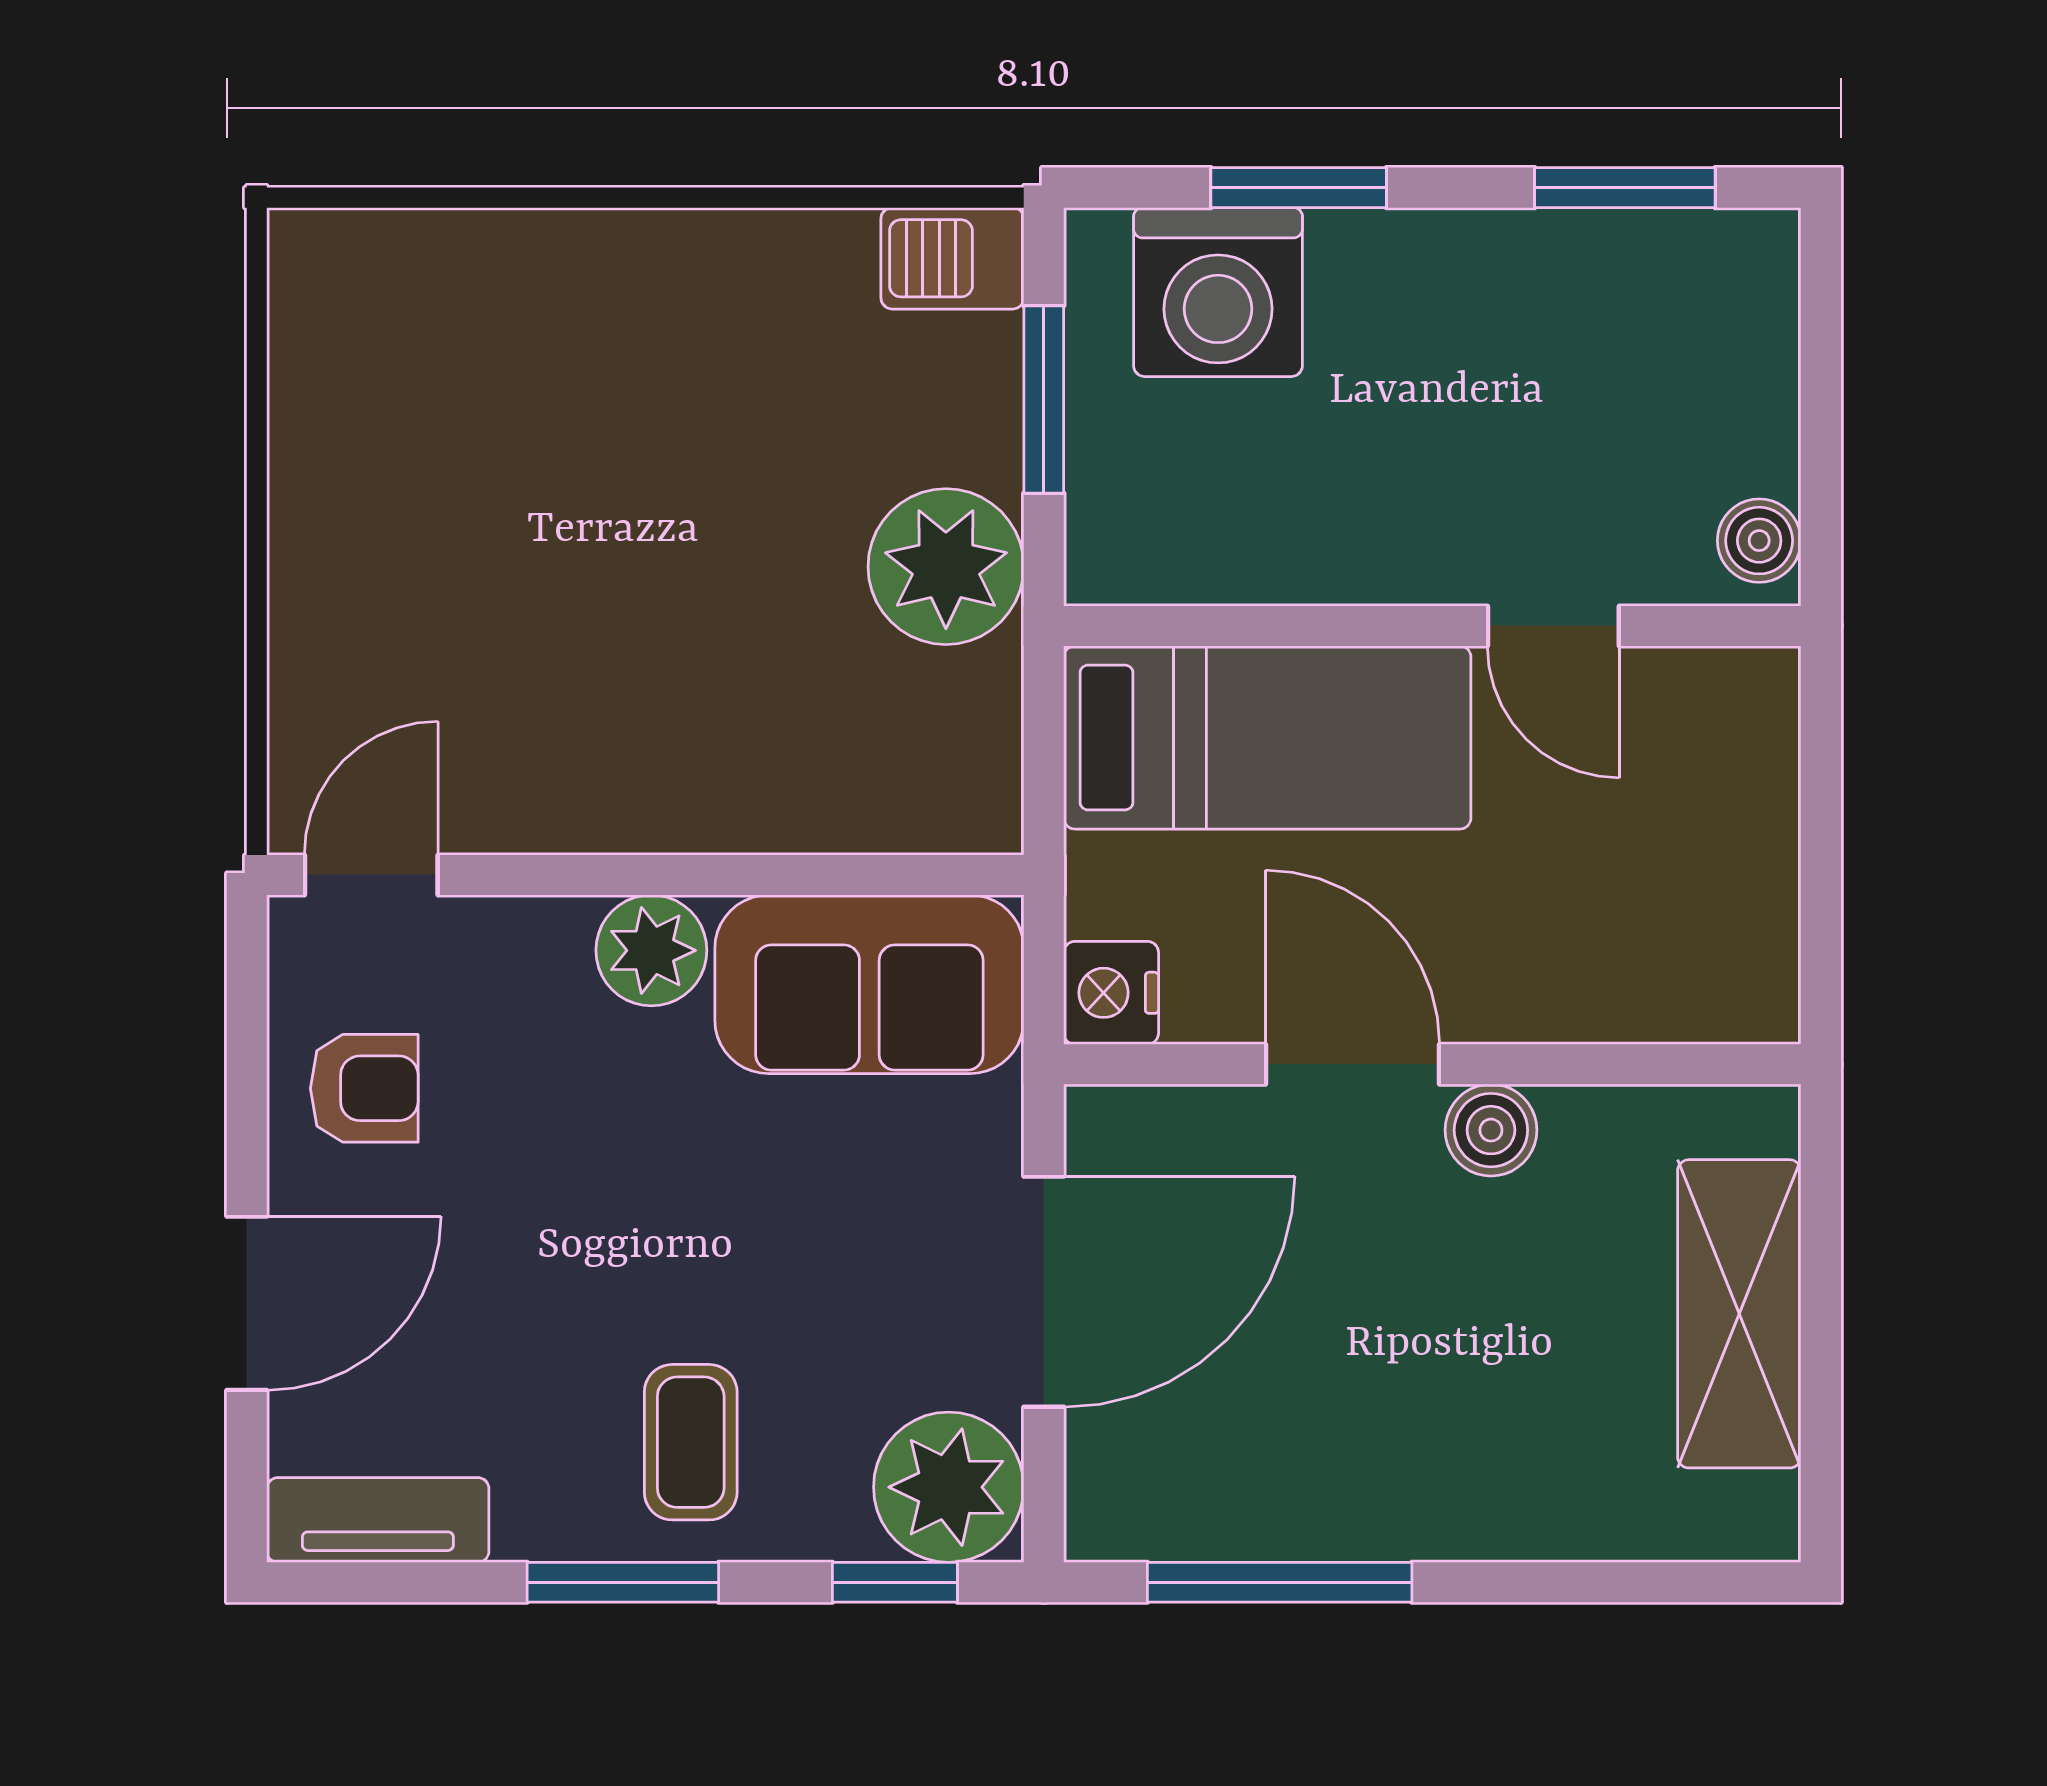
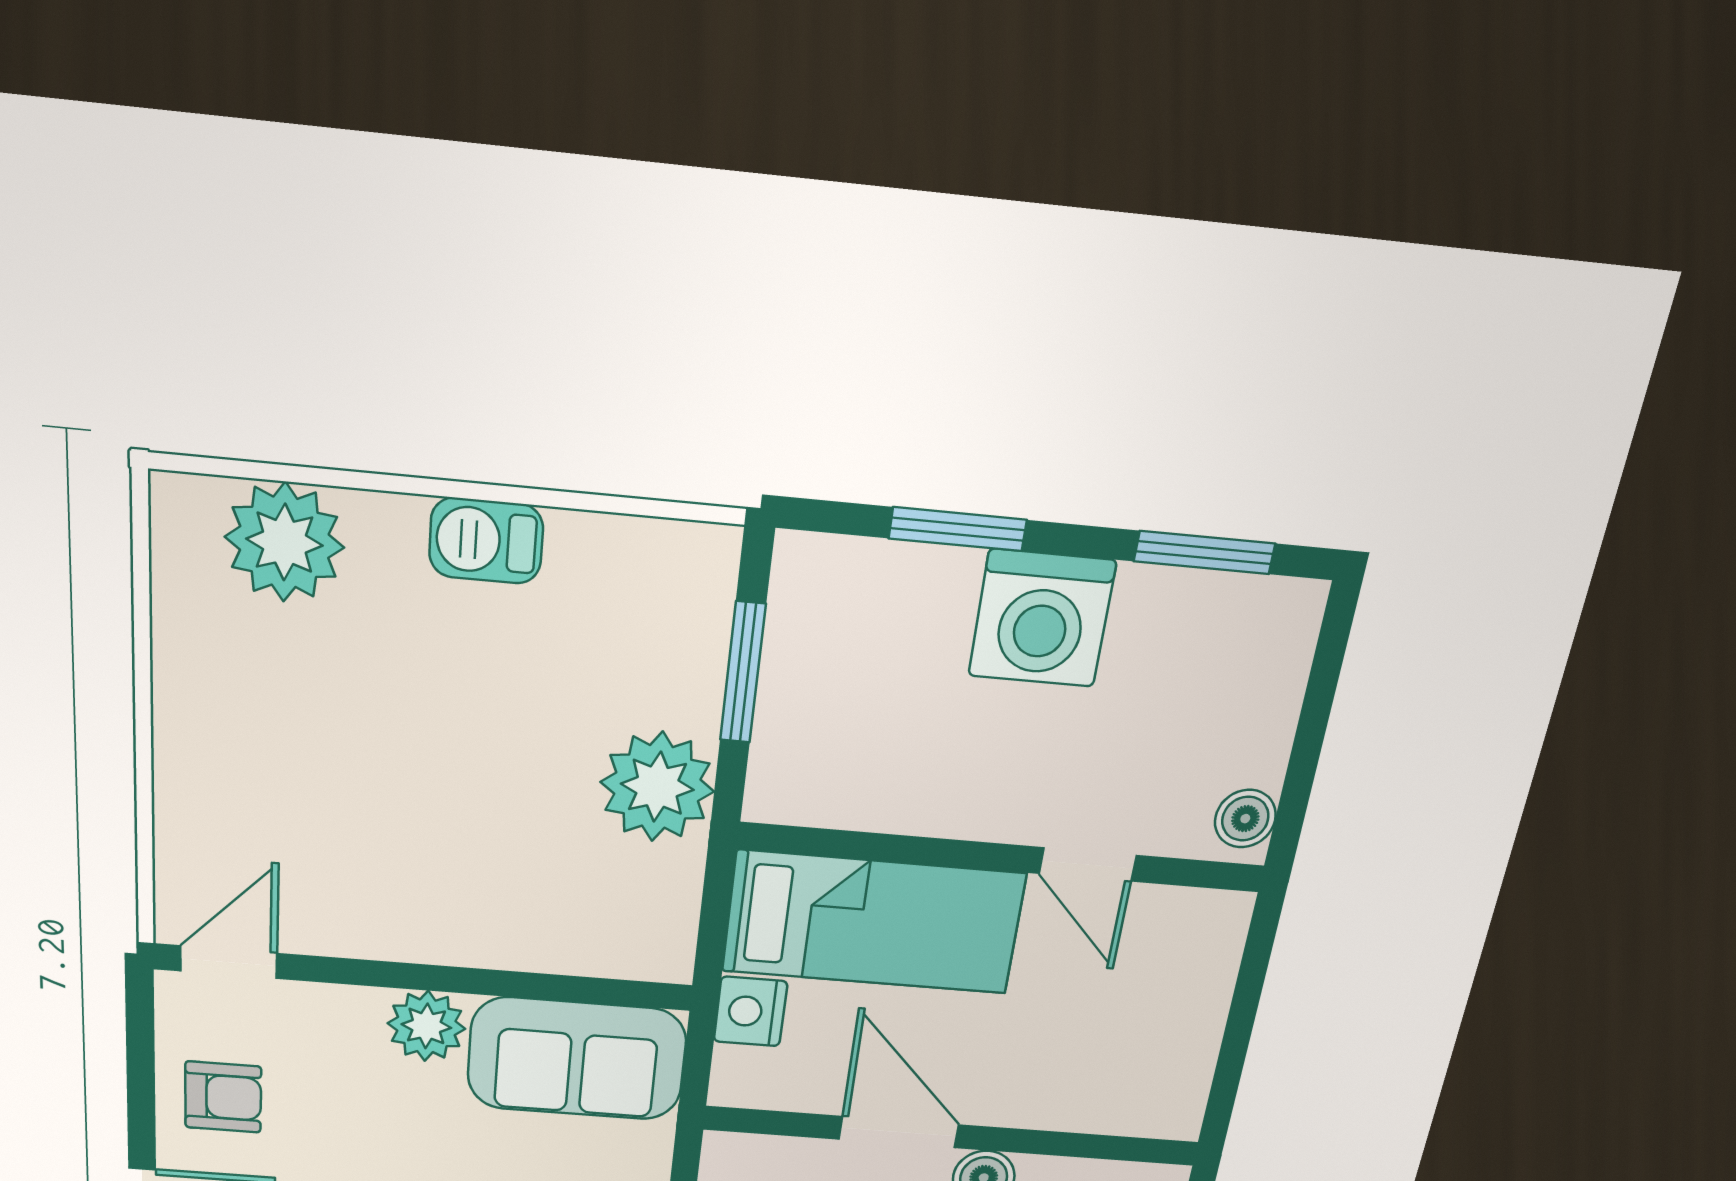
barbecue: (952, 258) -> (486, 541), moved
plant: (439, 284) -> (284, 542), added
washing machine: (1218, 292) -> (1042, 618), moved
nightstand: (1111, 993) -> (751, 1011), moved

